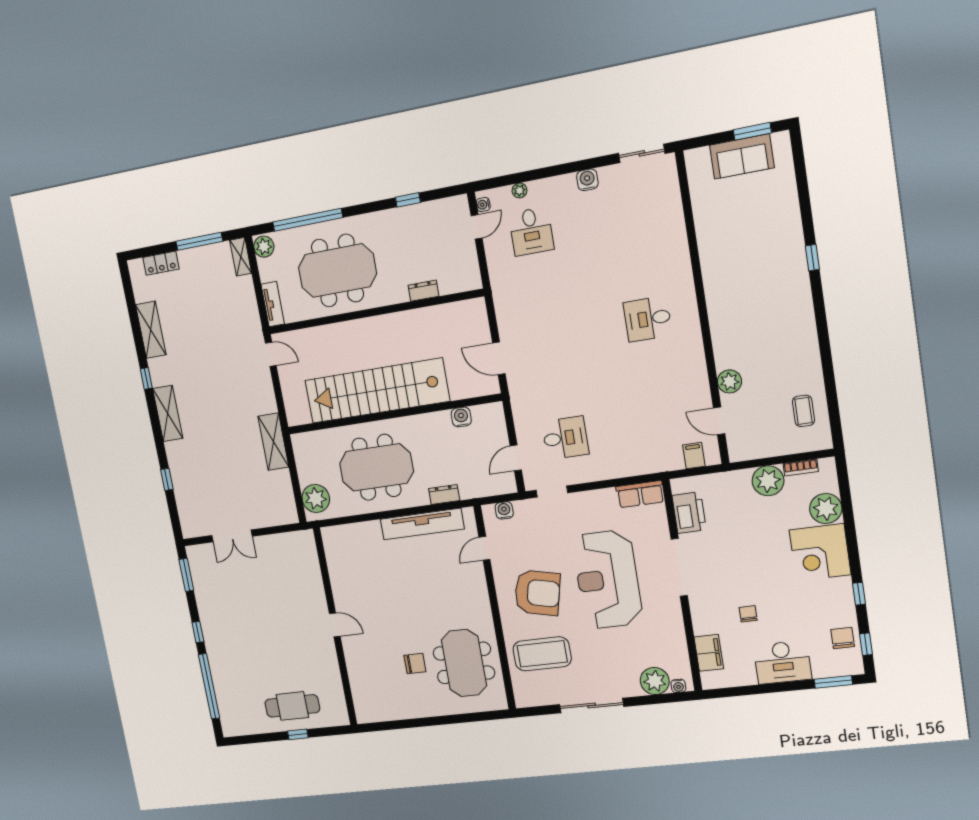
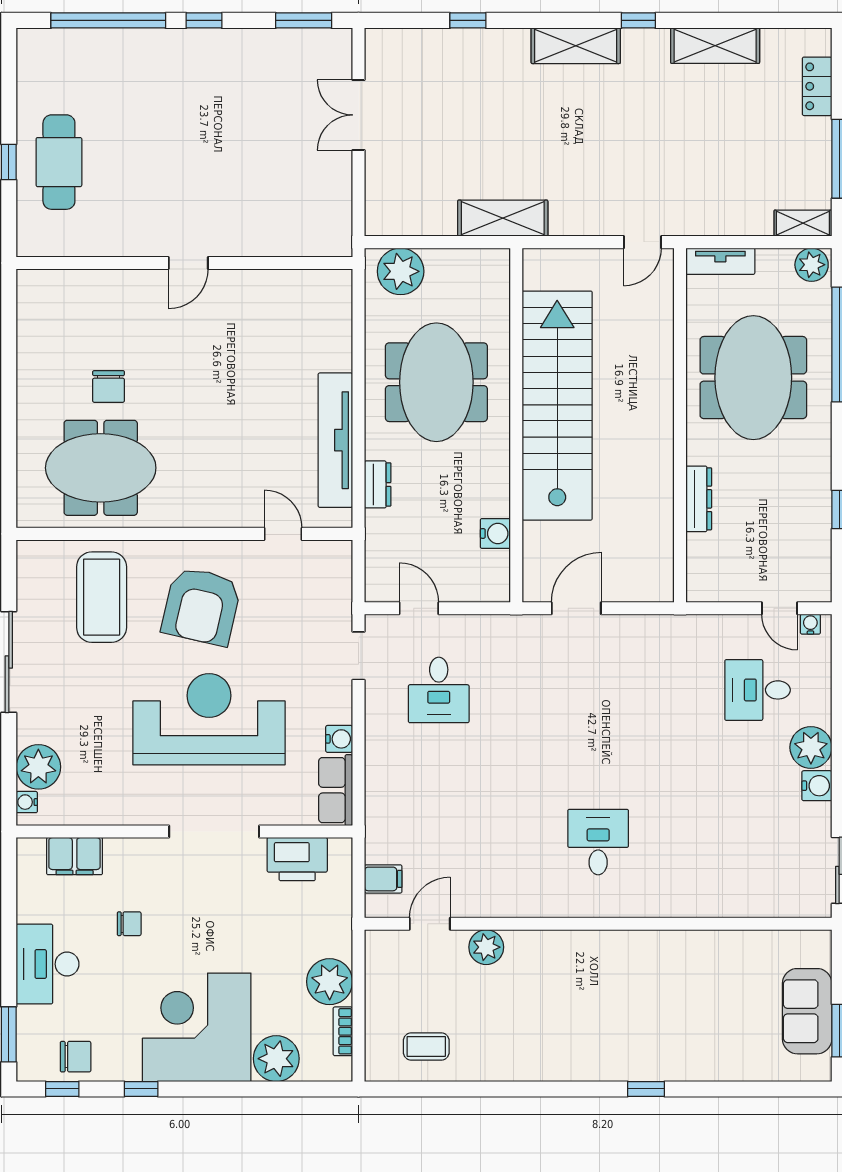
plant: (519, 190) -> (811, 747), moved, width x1.88, depth x1.88
dresser: (423, 291) -> (699, 499), width x1.44
water cooler: (504, 510) -> (339, 739), moved
corner desk: (820, 552) -> (197, 1027), width x1.36, depth x1.36

